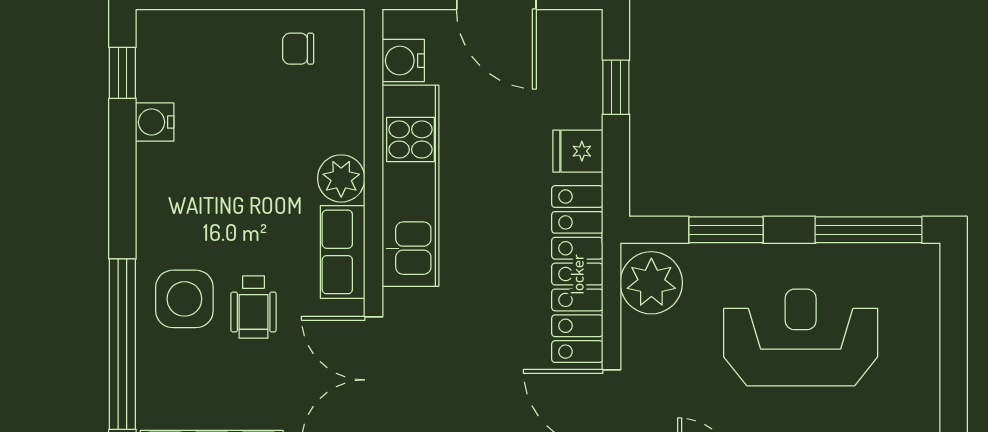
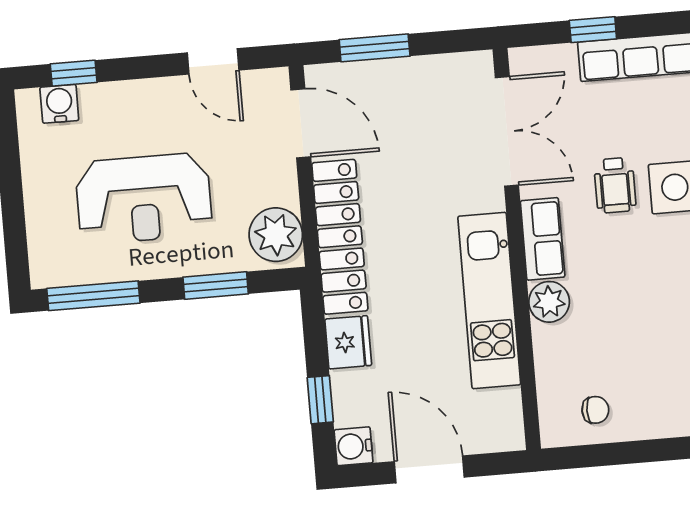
water cooler: (403, 61) -> (354, 446), moved, turned 180
fridge: (578, 151) -> (348, 342), width x1.38
wheelchair: (254, 307) -> (615, 185), turned 180

